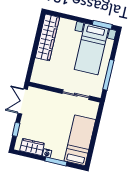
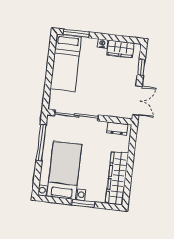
window: (102, 25) -> (83, 203), moved
dresser: (42, 80) -> (117, 129), added
sliding door: (76, 95) -> (76, 115), width x1.37
window: (56, 161) -> (76, 33), moved

